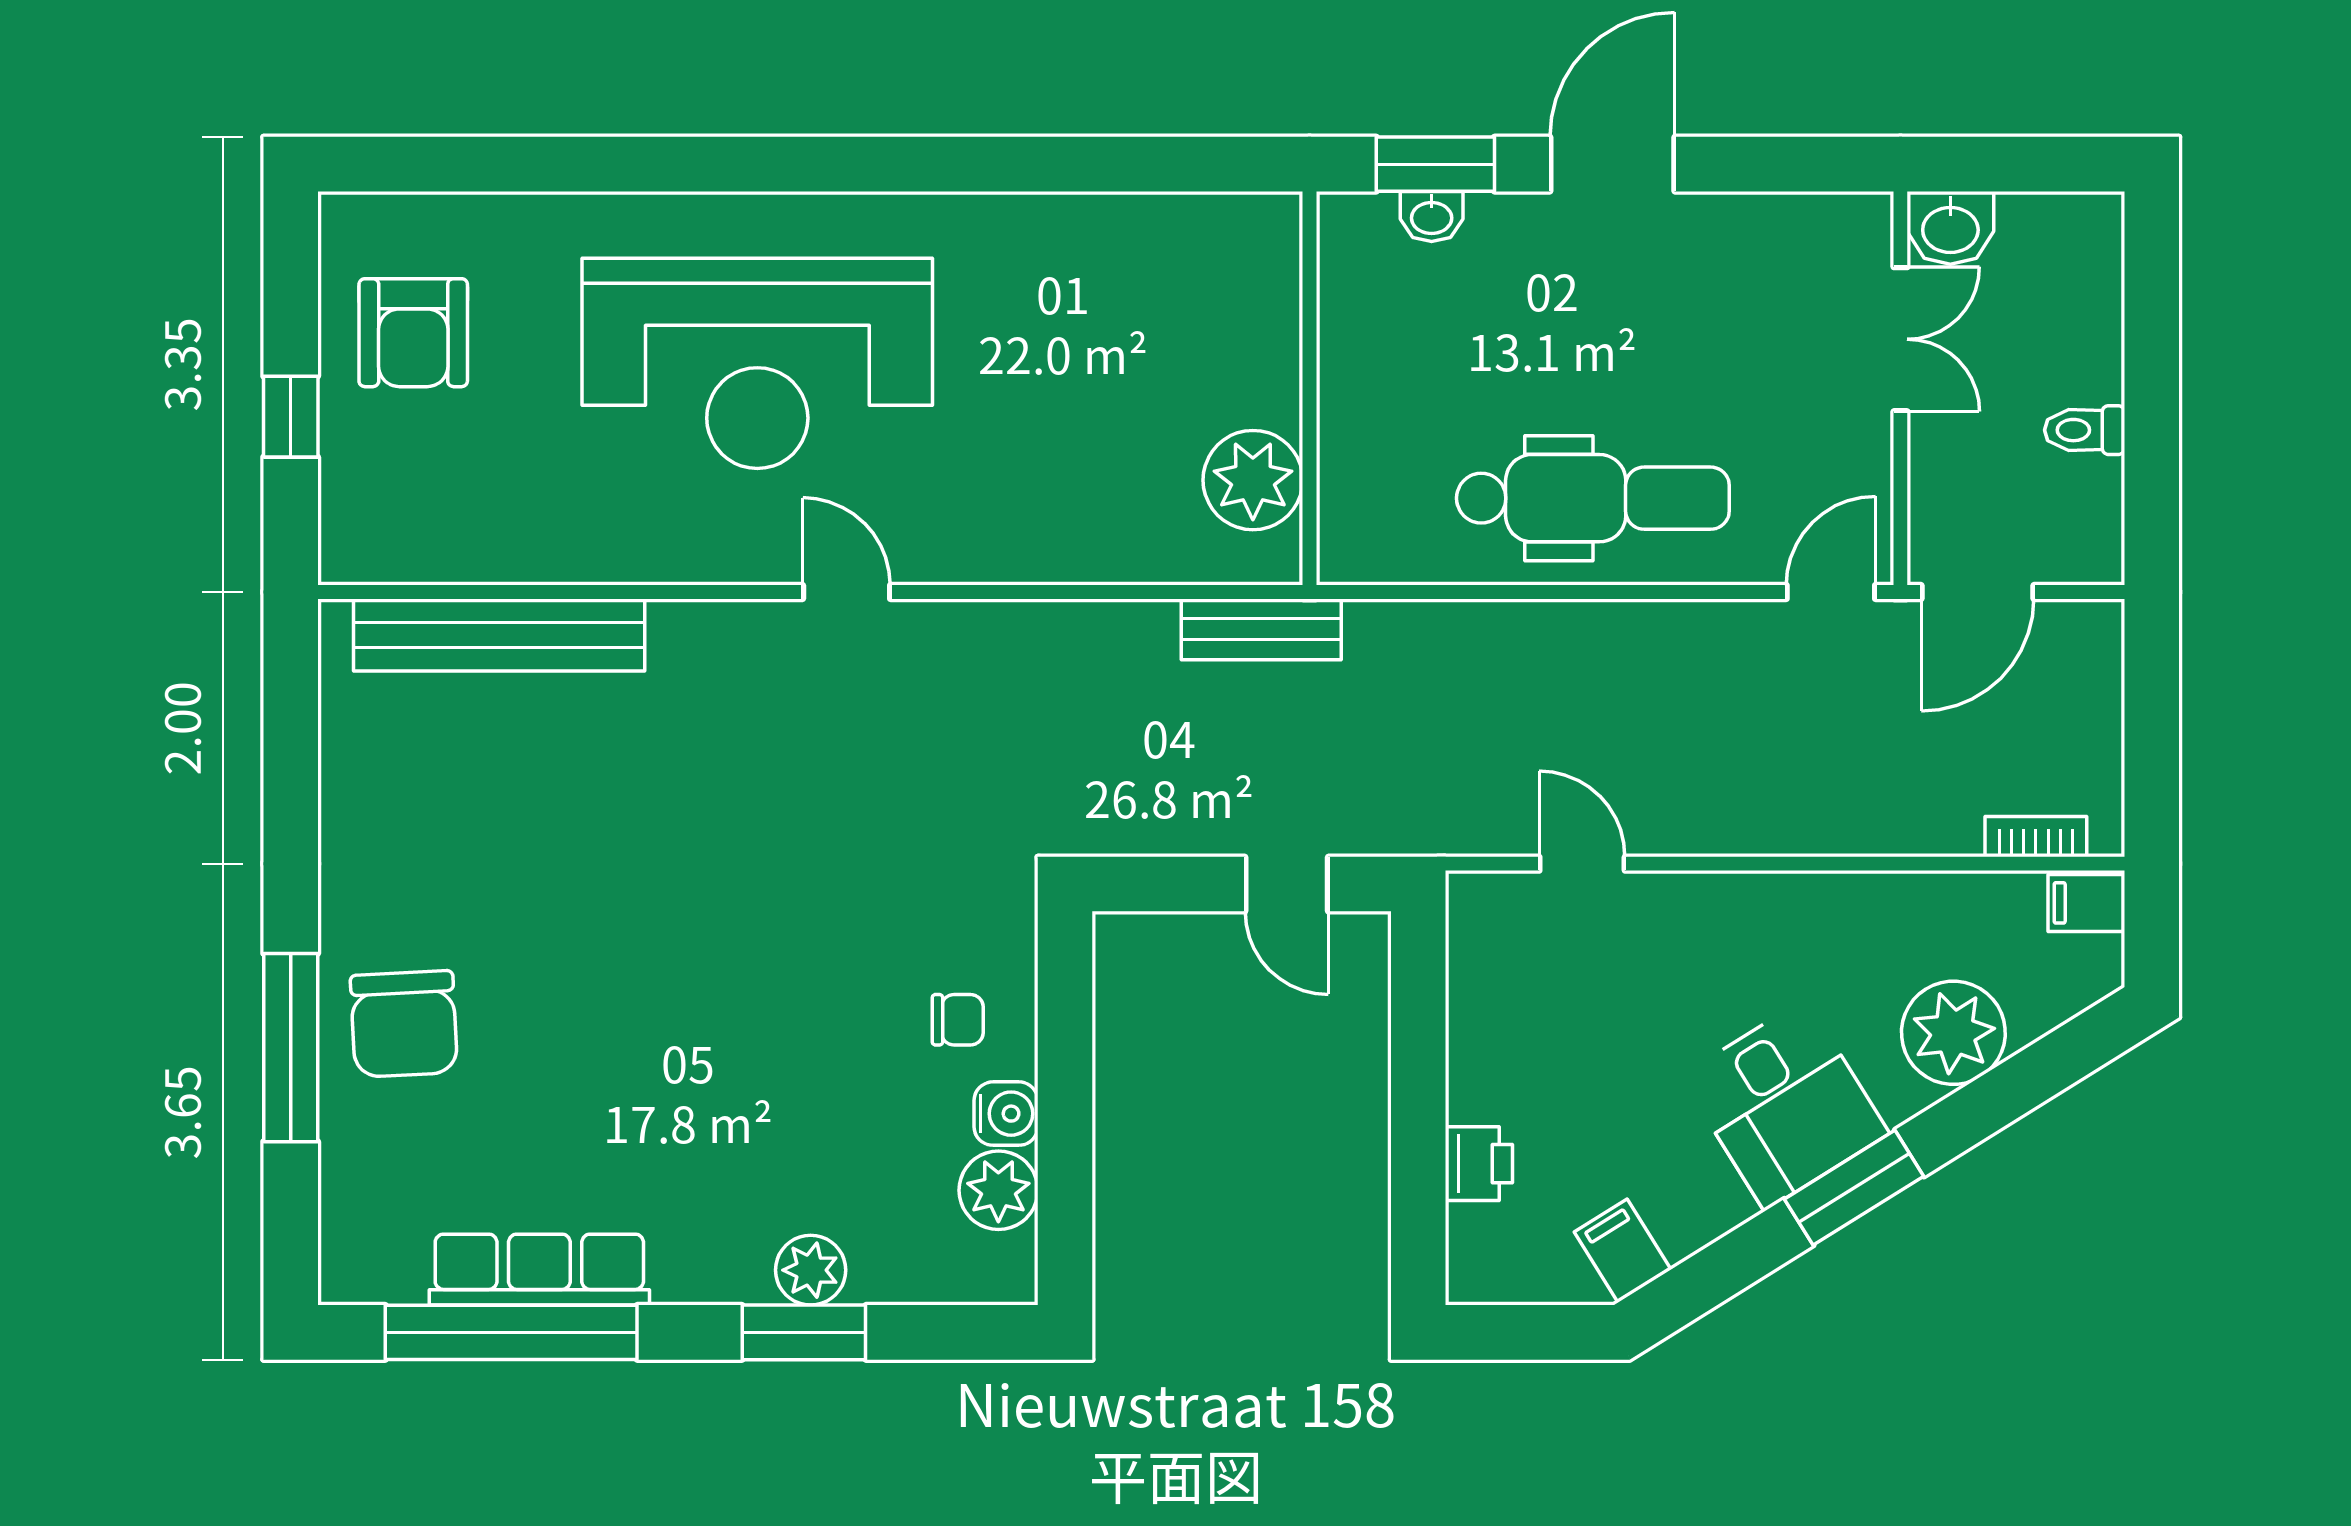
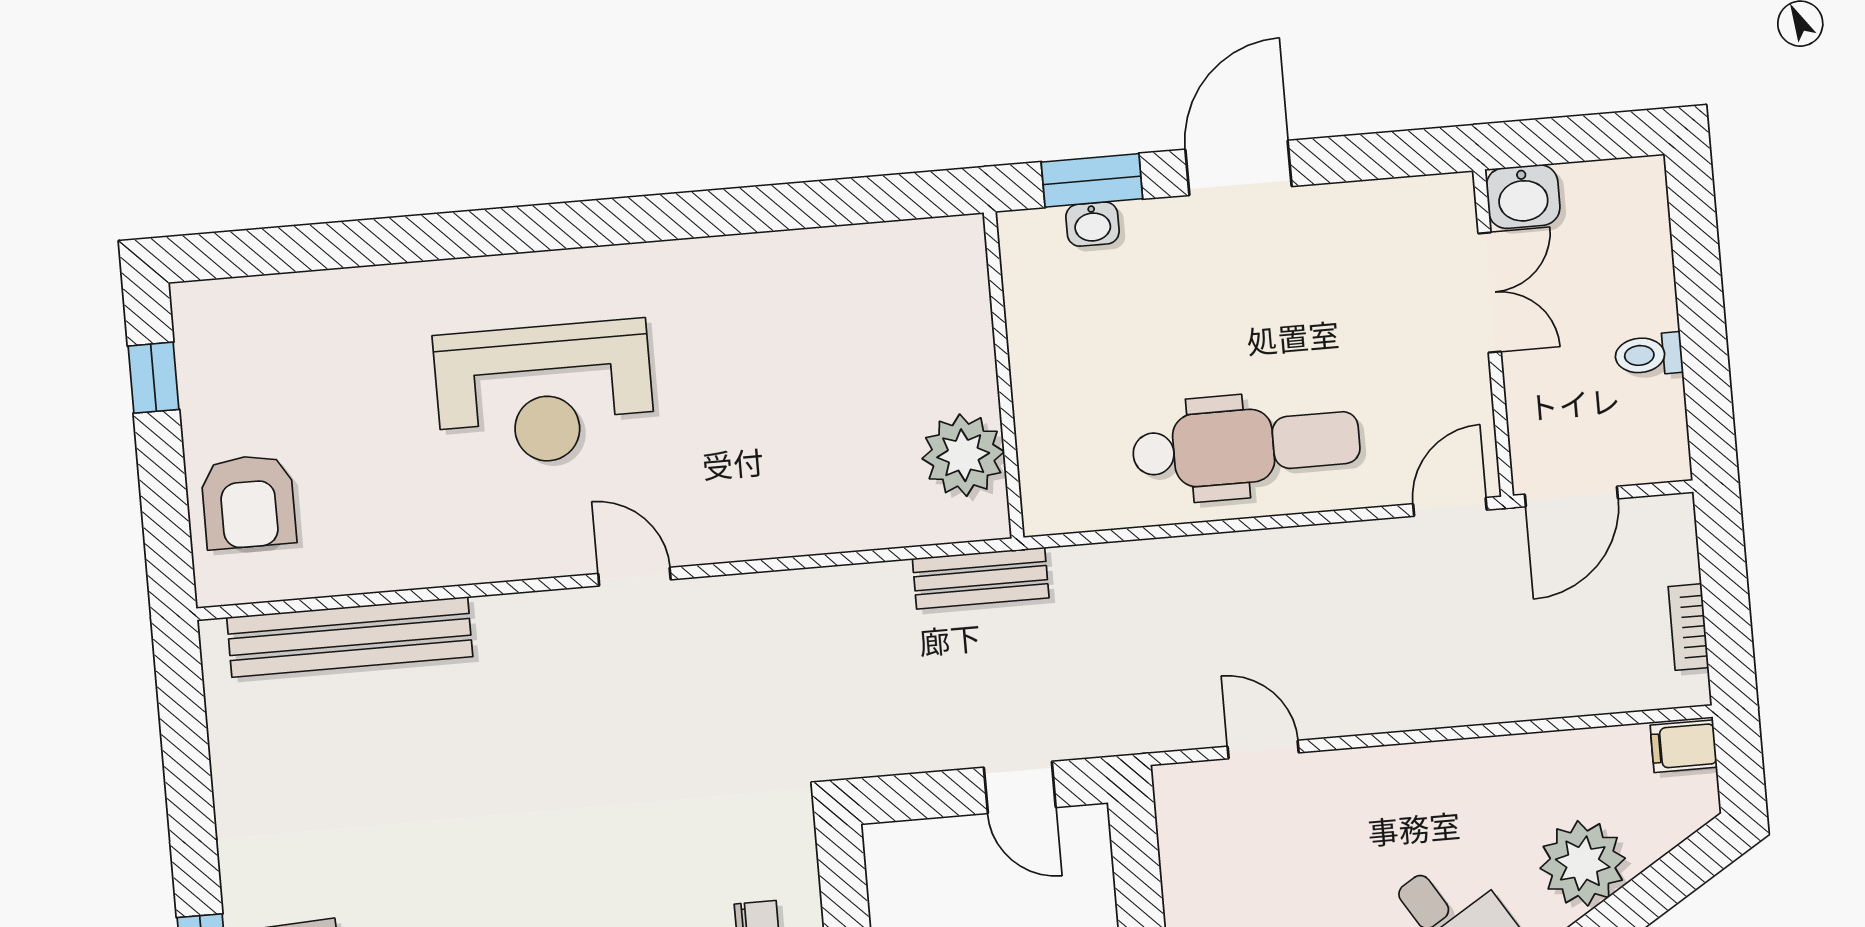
armchair: (413, 333) -> (248, 502), moved
reception desk: (757, 363) -> (544, 394), width x0.74, depth x0.77
window: (291, 417) -> (154, 378), moved
bookcase: (2036, 837) -> (1688, 627), moved, turned -90

